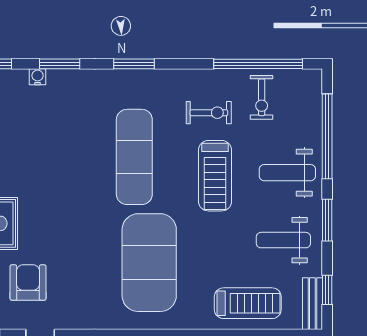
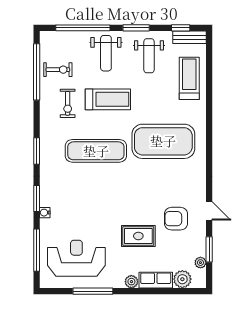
exercise bike: (209, 113) -> (68, 103), turned 180

